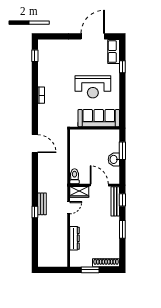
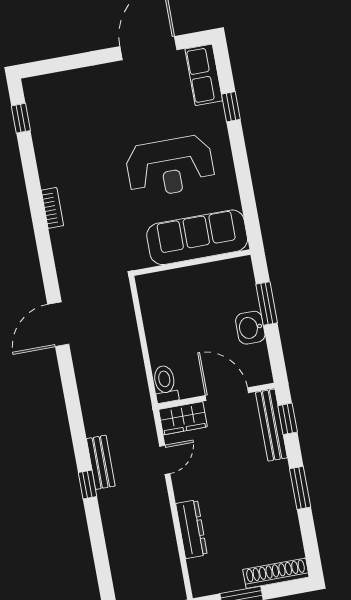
door: (35, 144) -> (58, 324), swing flipped

